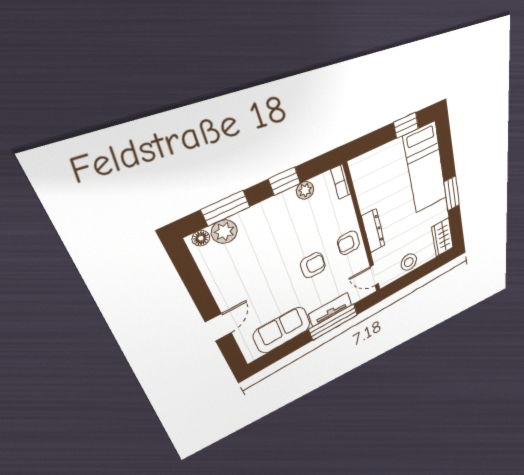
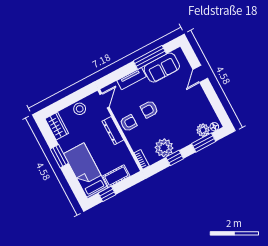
cot: (385, 155) -> (116, 176), added
plant: (305, 190) -> (164, 148), width x1.88, depth x1.88
door: (374, 275) -> (104, 101), hinge flipped
window: (333, 322) -> (150, 57), moved

